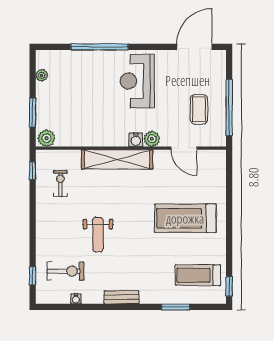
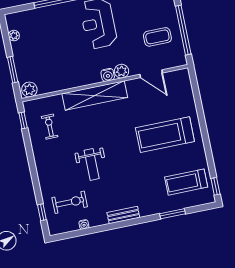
coffee table: (199, 109) -> (157, 37), turned 90

